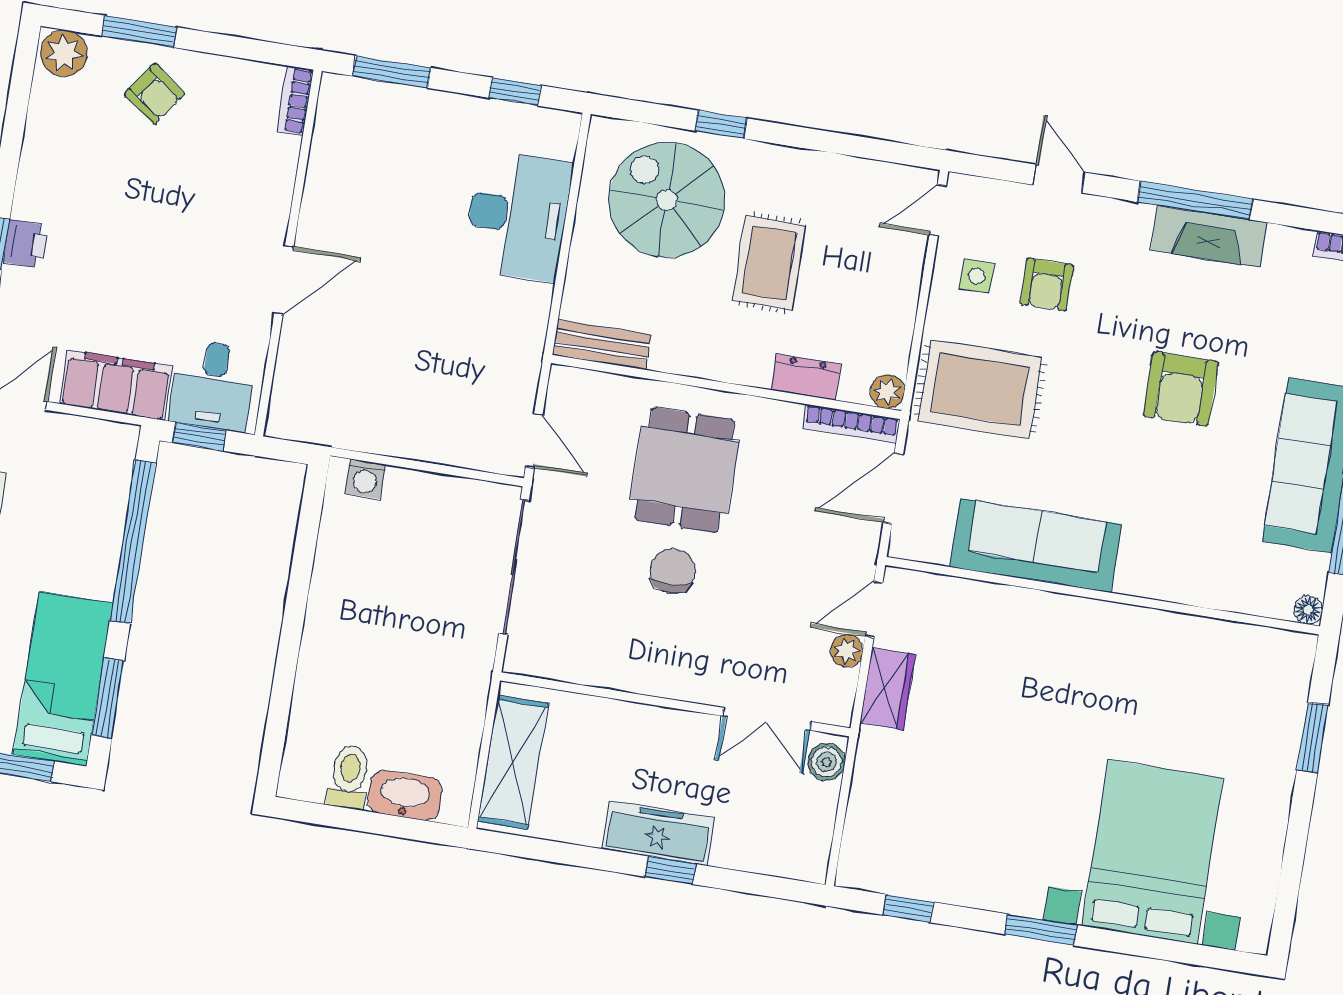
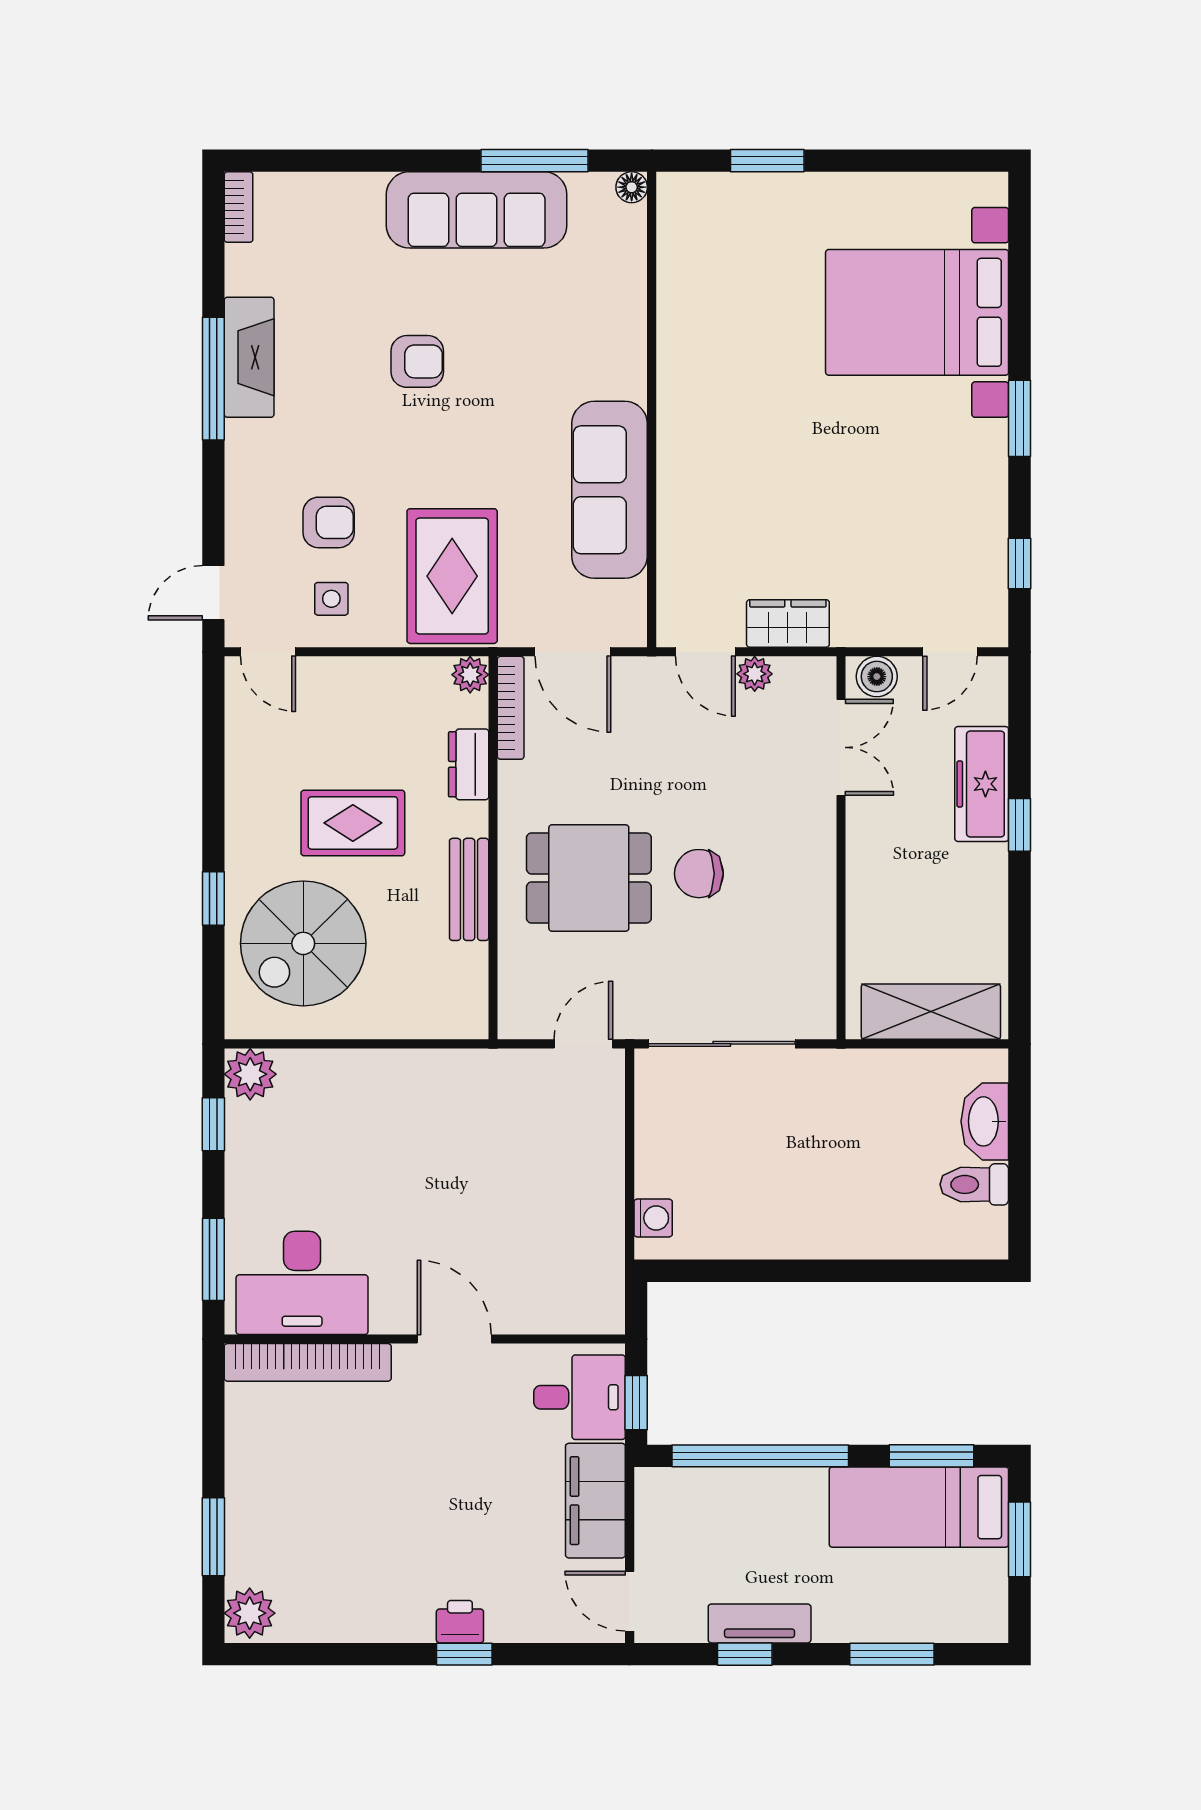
armchair: (154, 94) -> (277, 1509), removed
bookcase: (295, 100) -> (308, 1362), width x2.31, depth x1.31
plant: (555, 133) -> (250, 1074), added
door: (1059, 179) -> (213, 593), moved
desk: (518, 216) -> (302, 1283), moved, turned 180
bench: (602, 345) -> (469, 889), moved
armchair: (1181, 389) -> (417, 361), width x0.72, depth x0.72
door: (838, 832) -> (950, 652), added
freezer: (658, 833) -> (982, 784), moved

